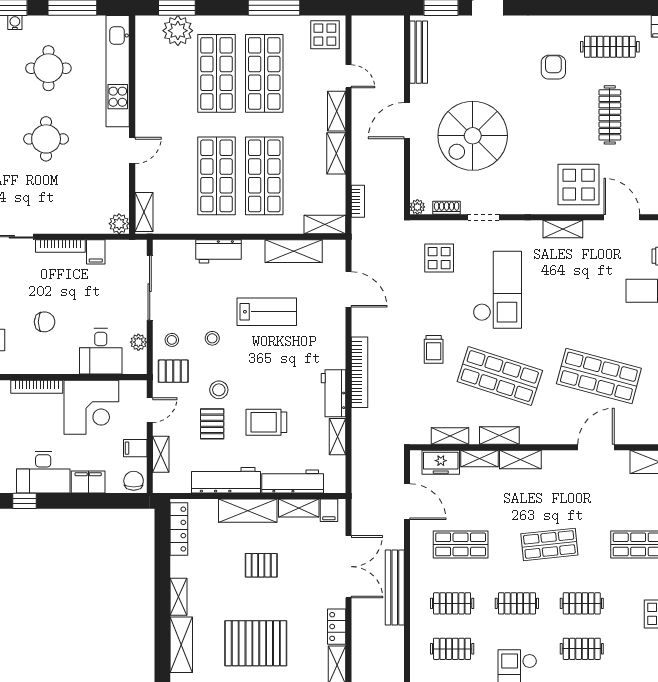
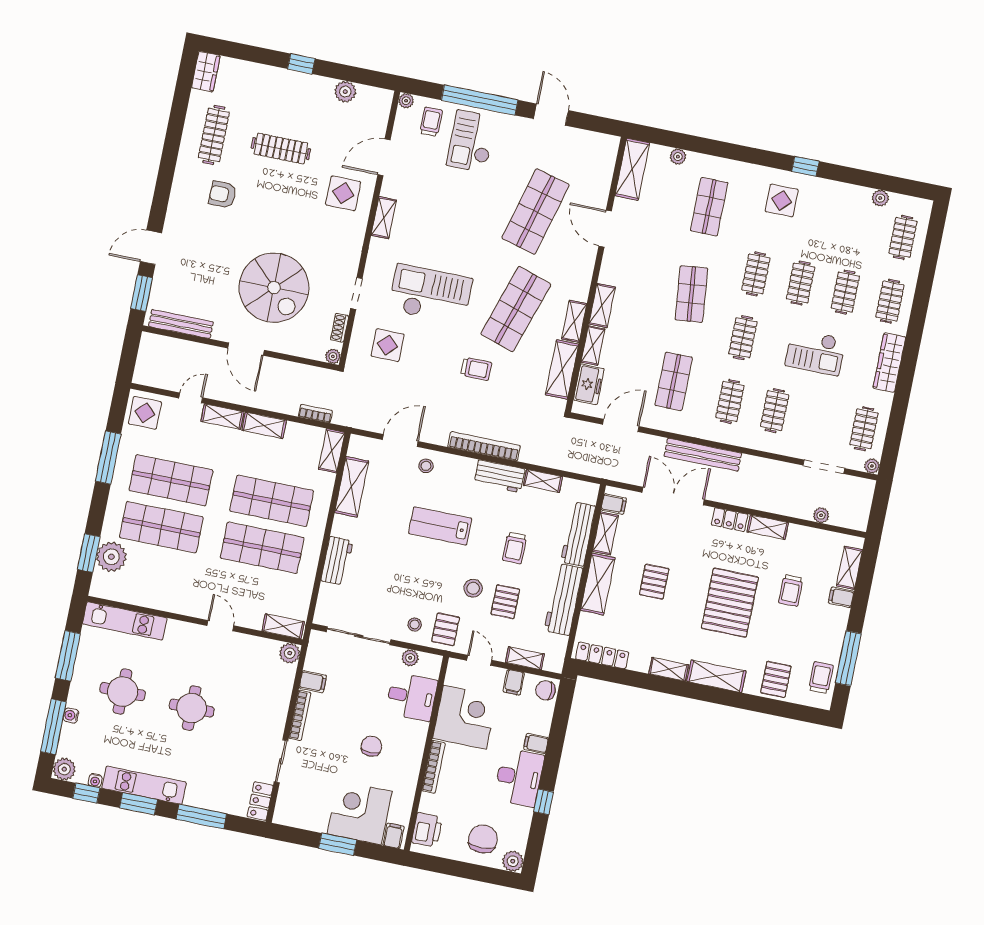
kitchen unit: (118, 71) -> (125, 621), width x0.73
display table: (579, 185) -> (343, 193), width x0.73, depth x0.73
lab bench: (267, 312) -> (440, 526), moved, turned -90
stool: (212, 338) -> (426, 466), moved
trolley: (266, 422) -> (515, 548), width x0.73, depth x0.72
pallet: (212, 424) -> (505, 602), turned 90
shelving: (450, 436) -> (562, 369), width x1.50, depth x1.33
filing cabinet: (88, 482) -> (536, 744), width x0.50

